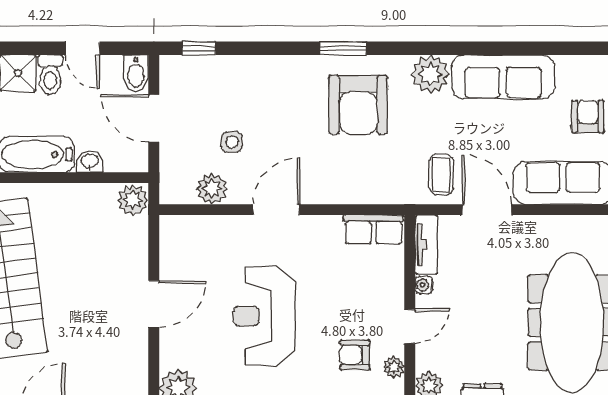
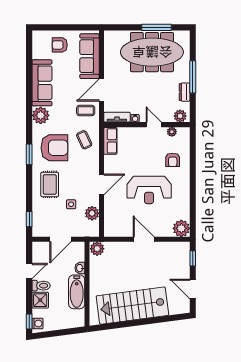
bidet: (136, 73) -> (40, 247), removed
rug: (276, 94) -> (50, 184), added
coffee table: (376, 171) -> (84, 140), added
door: (276, 210) -> (101, 184), swing flipped
armchair: (355, 355) -> (173, 160), moved

